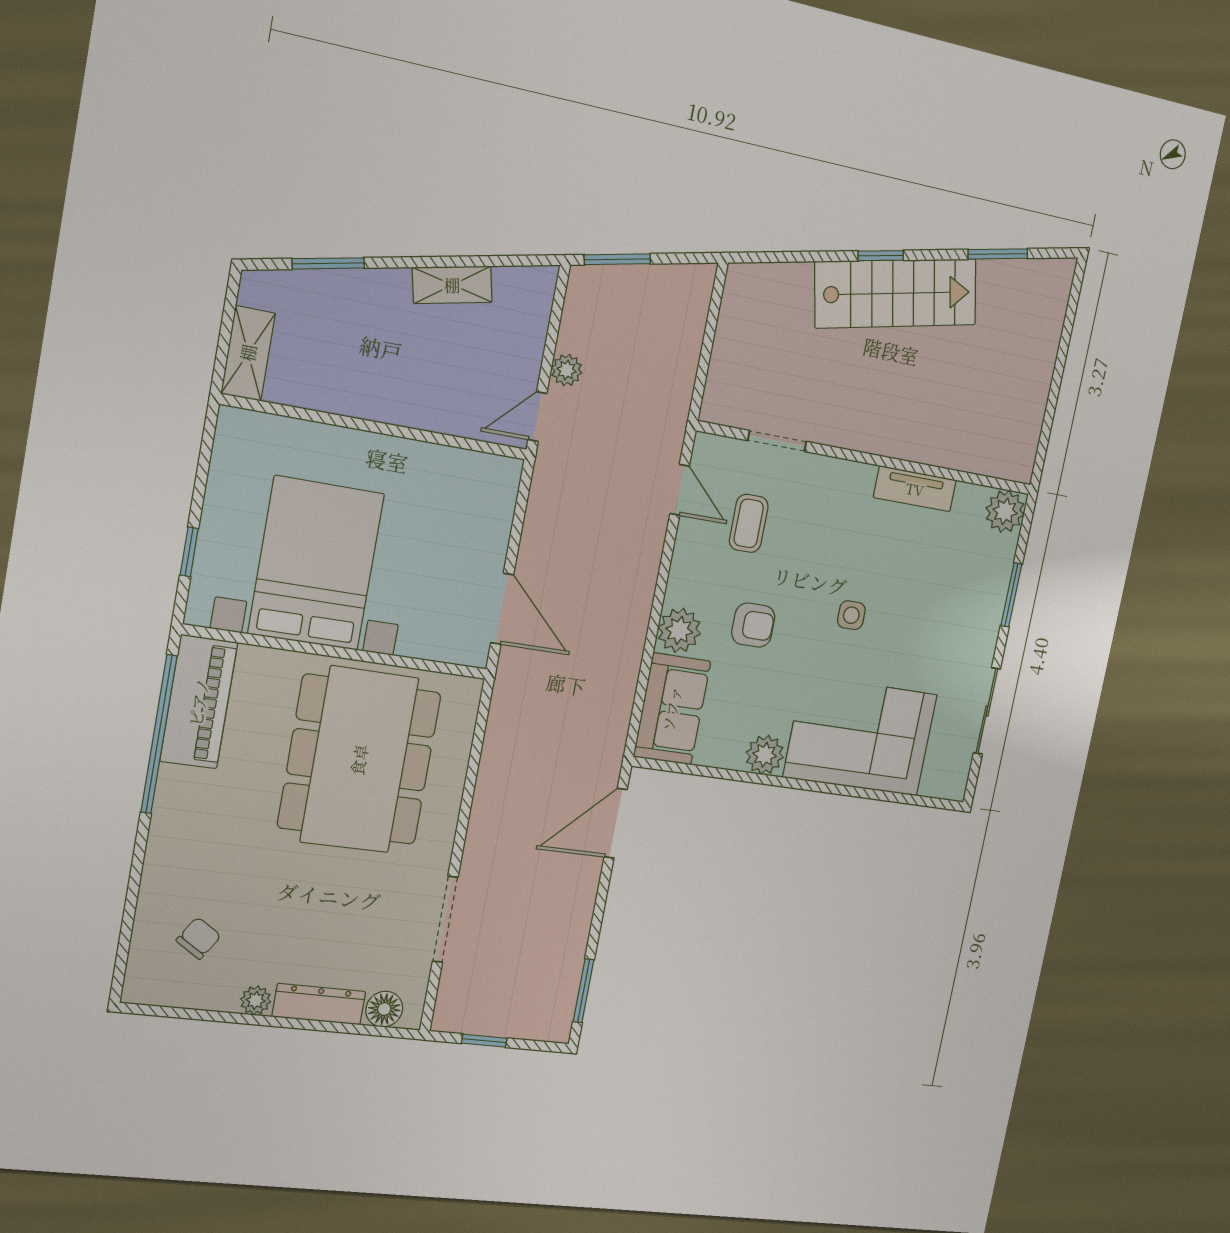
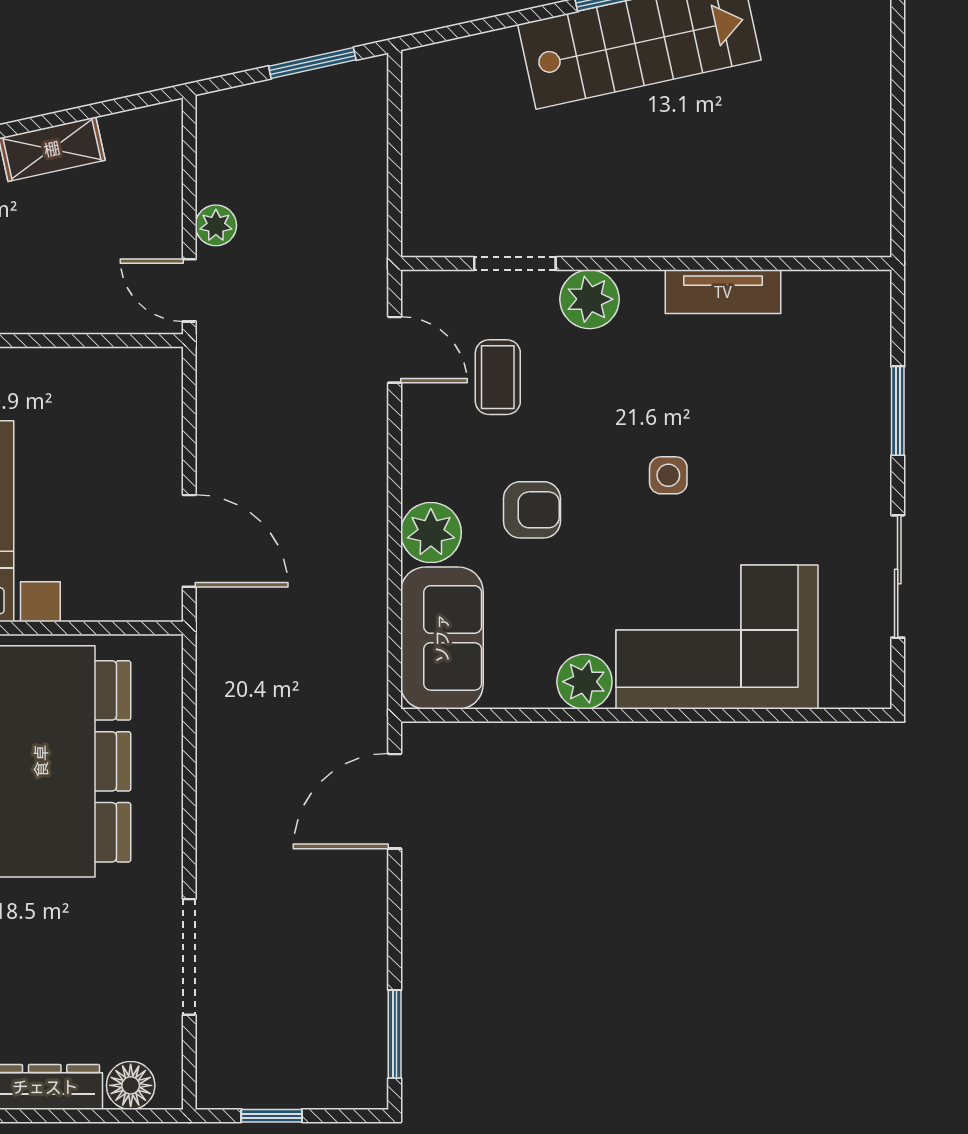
window: (617, 259) -> (312, 63), moved
door: (537, 417) -> (189, 290), hinge flipped
plant: (1005, 511) -> (590, 299), moved

